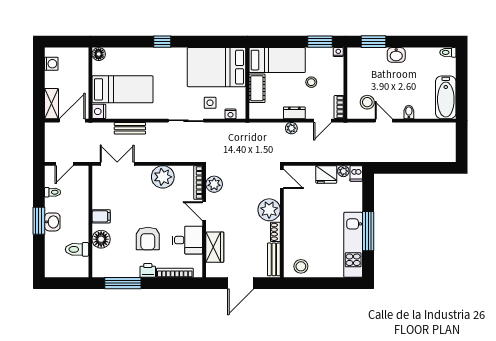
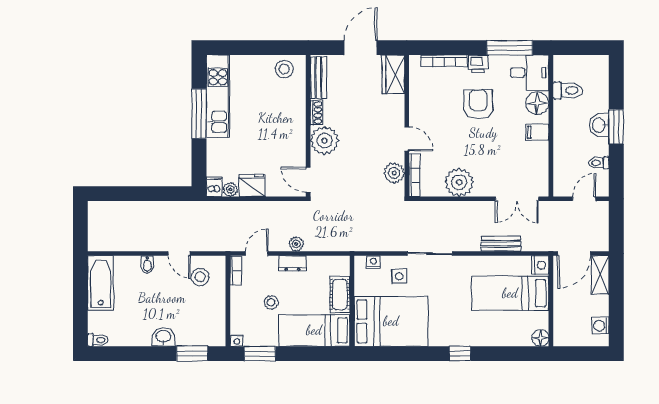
desk: (187, 240) -> (530, 73), moved, turned 180
wardrobe: (215, 247) -> (393, 74), moved

